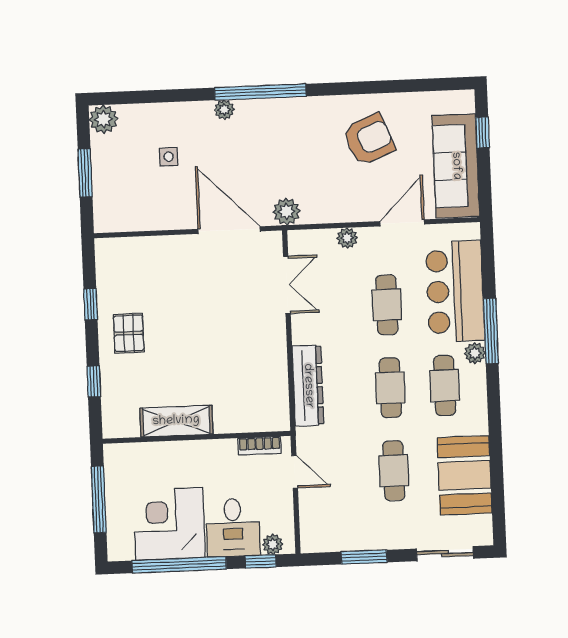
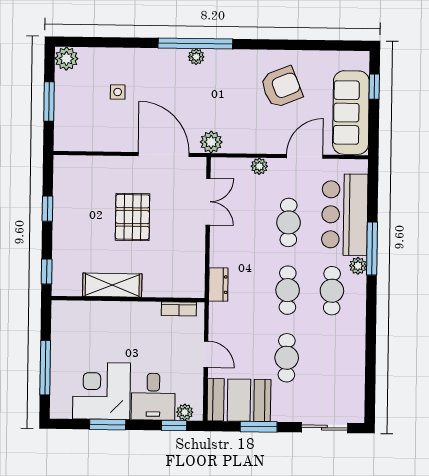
plant: (224, 110) -> (196, 57), moved
pallet: (129, 333) -> (132, 217), moved, width x1.50, depth x1.42
dresser: (308, 386) -> (218, 285), width x0.51, depth x0.80
shelving: (176, 421) -> (112, 285), moved
wall: (197, 437) -> (128, 299), moved
bookcase: (260, 446) -> (179, 309), moved
booth: (465, 475) -> (239, 400), moved, turned 90
window: (179, 565) -> (108, 425), width x0.47

